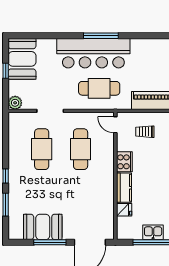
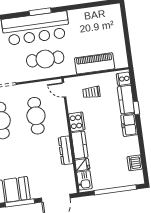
window: (101, 36) -> (40, 12), width x0.69
dresser: (108, 192) -> (66, 150), added
kitchen sink: (153, 232) -> (84, 180), moved, turned 90

